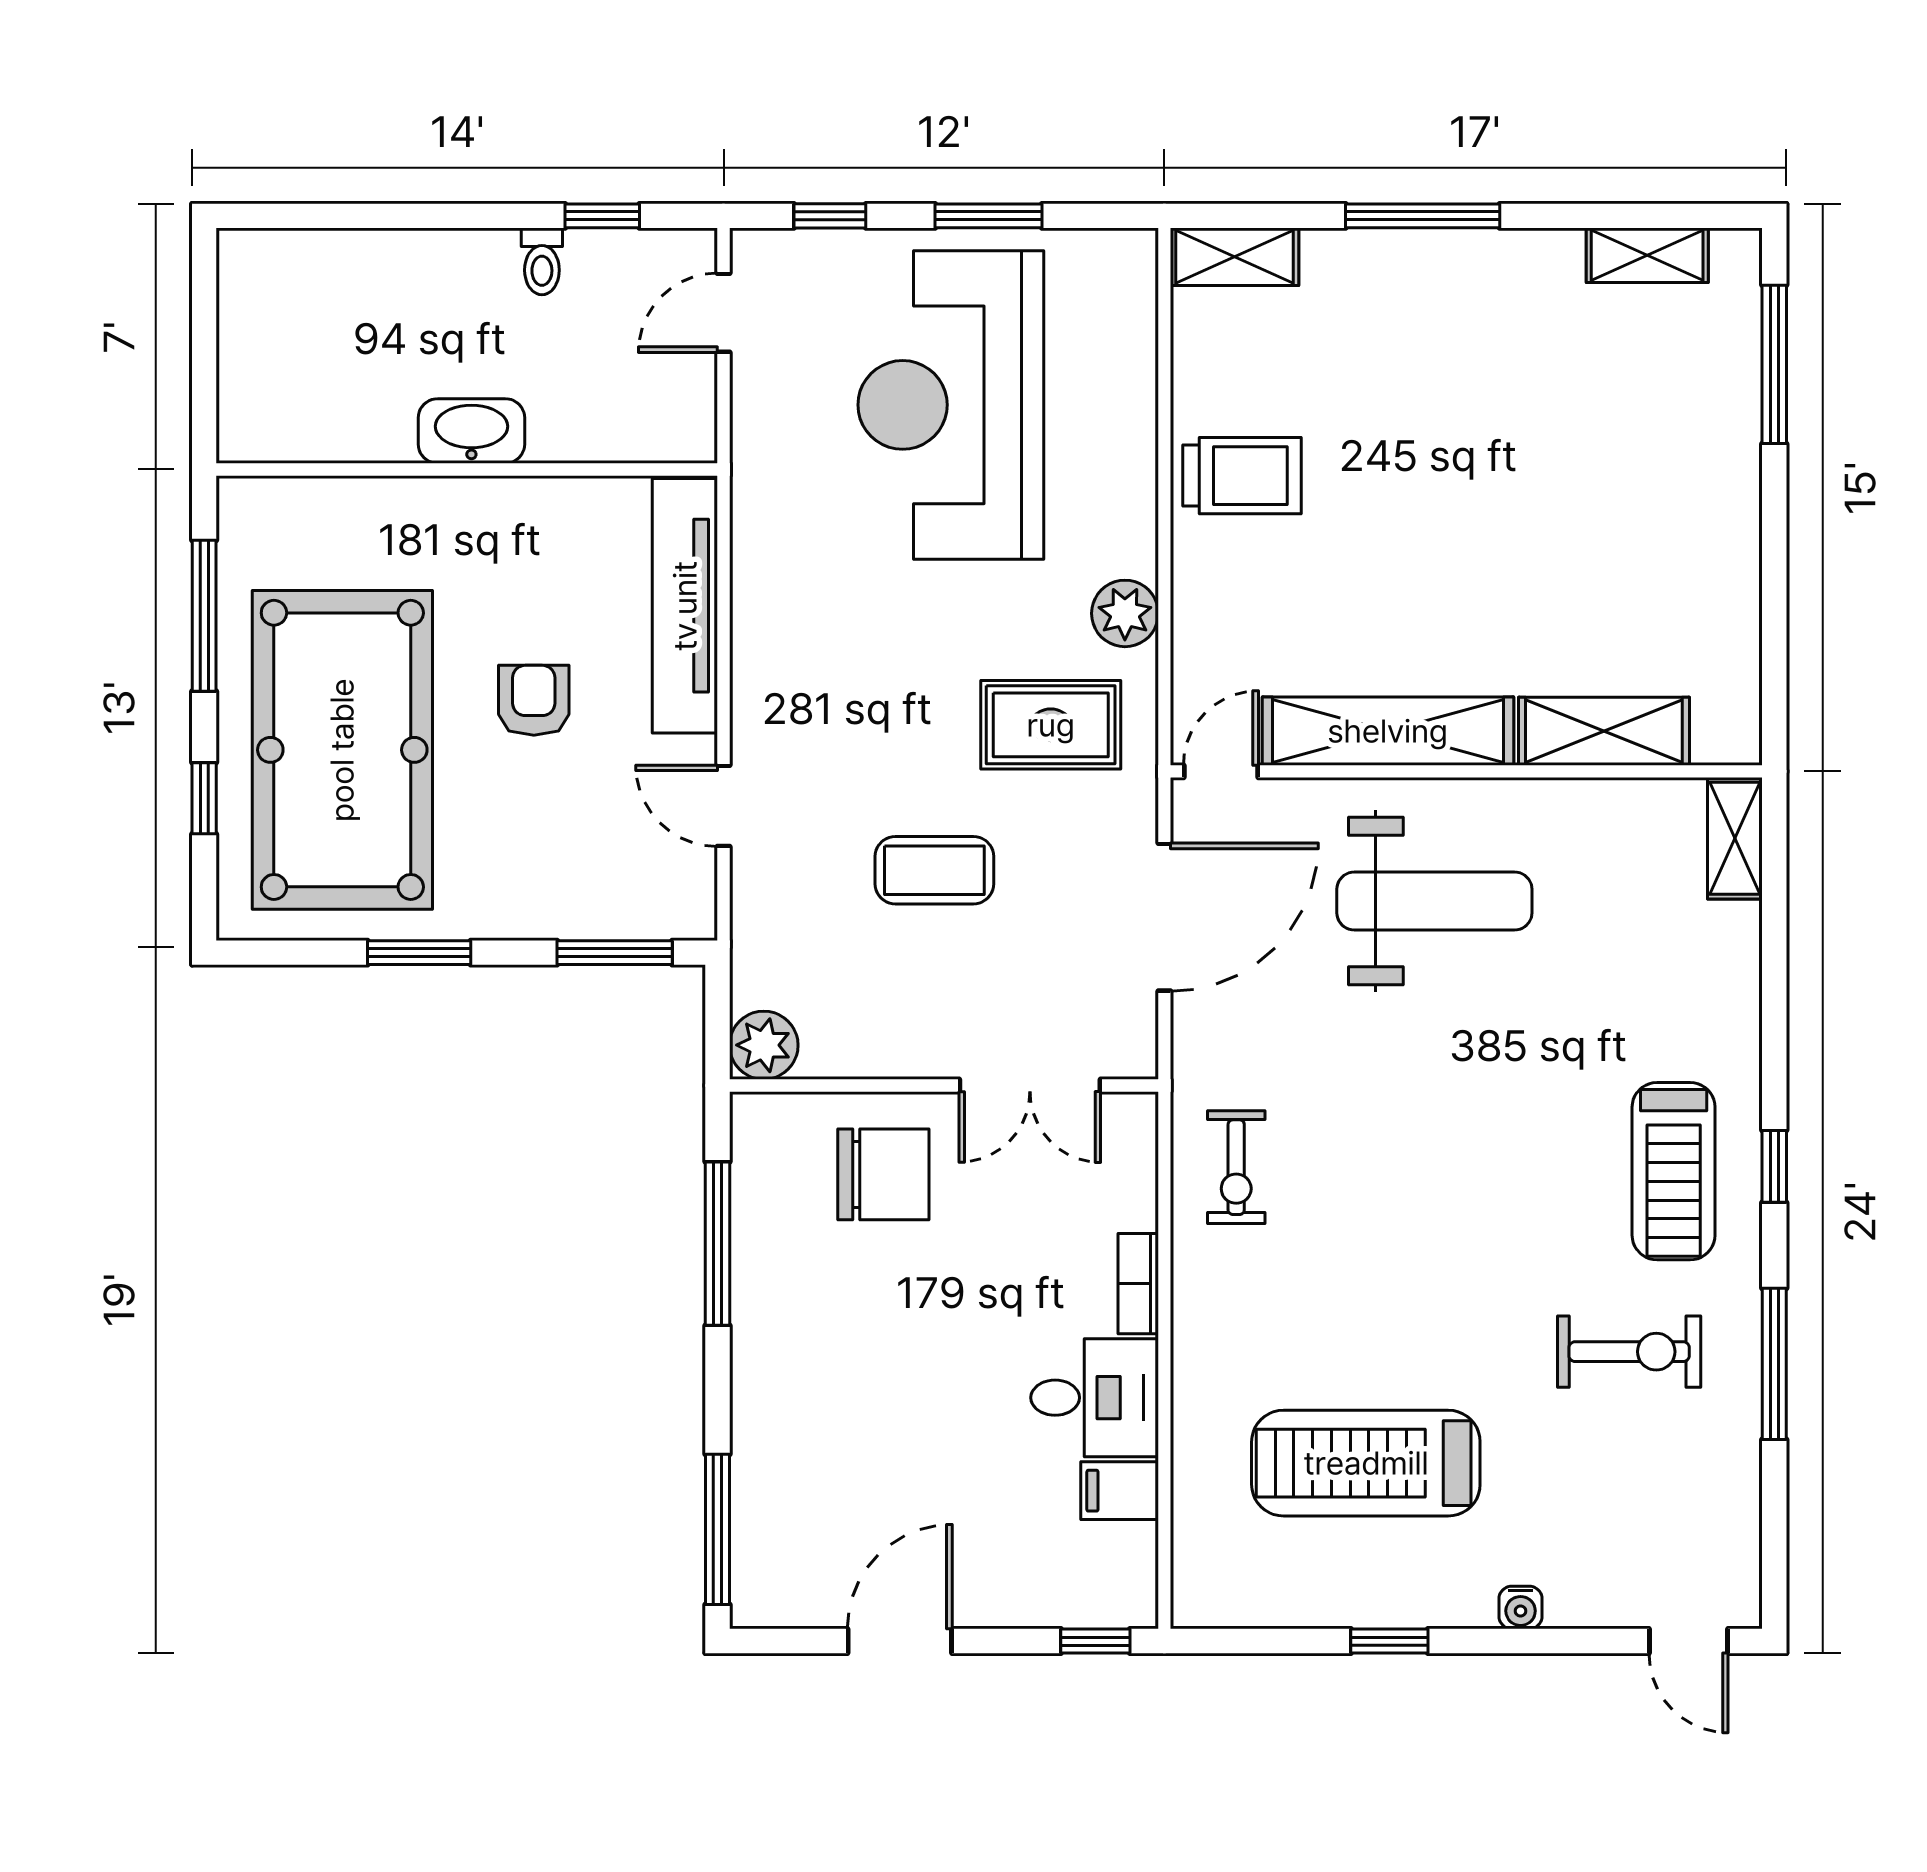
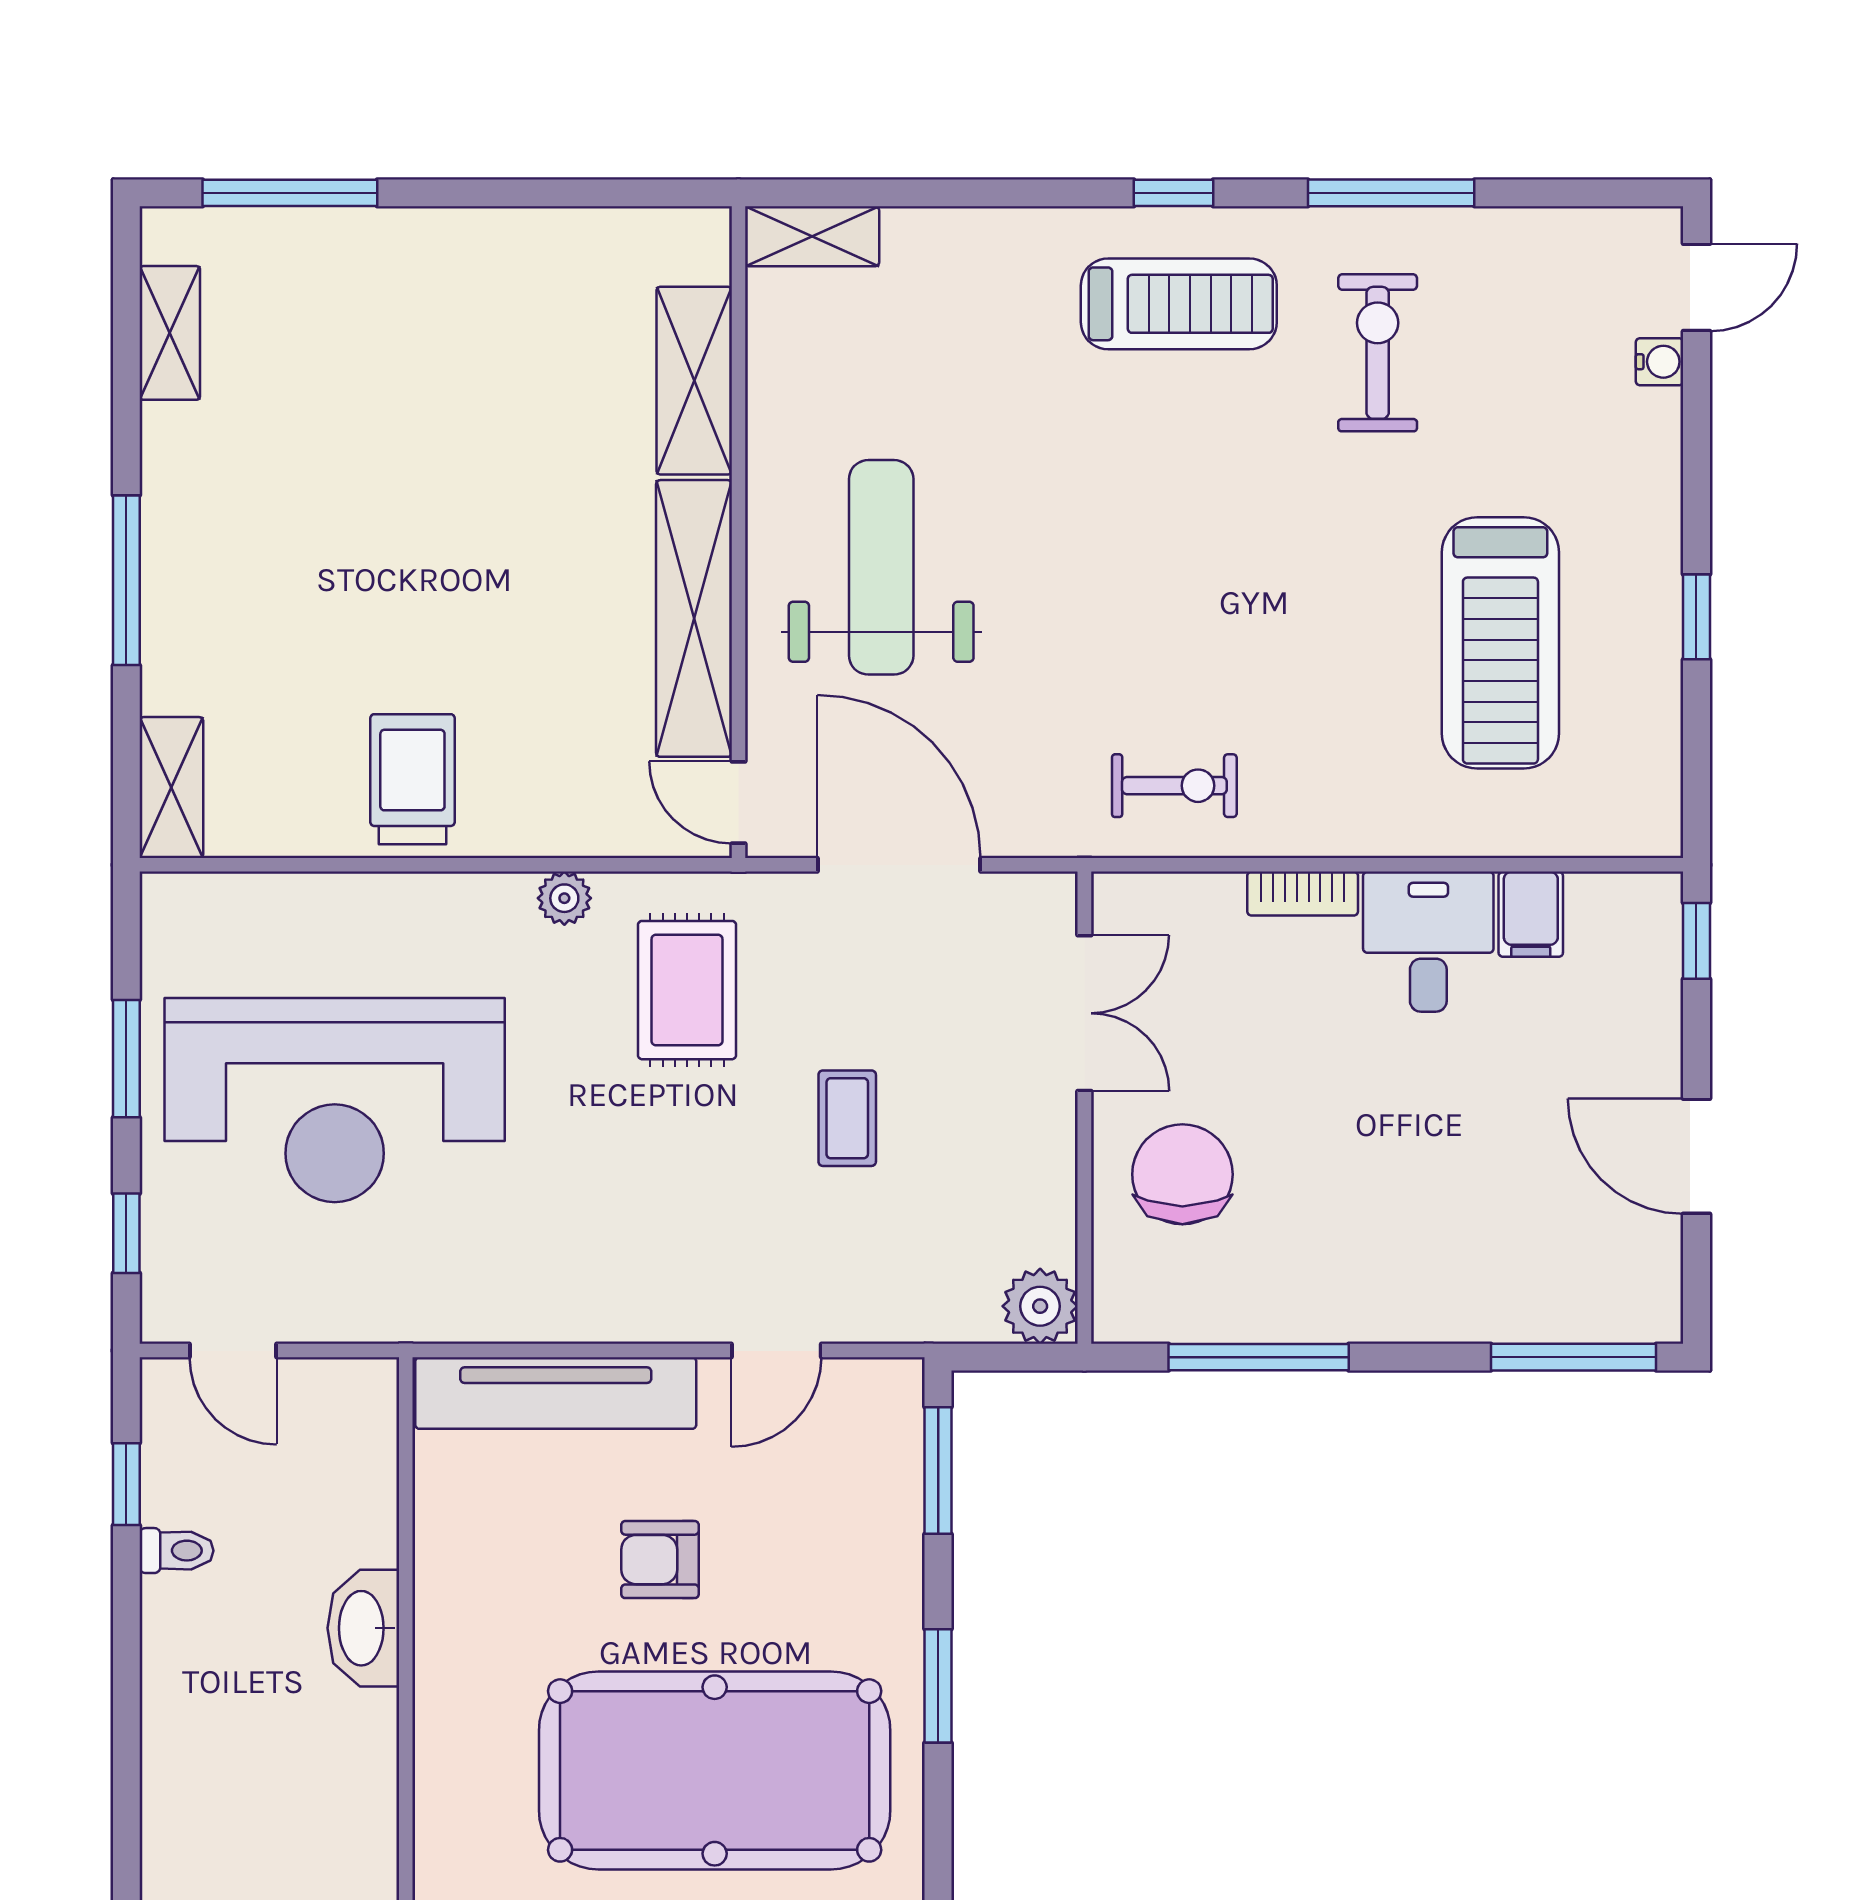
plant: (1125, 613) -> (564, 898), width x0.73, depth x0.73
coffee table: (934, 870) -> (847, 1118), width x0.73, depth x0.77
water cooler: (1521, 1608) -> (1660, 362), moved

